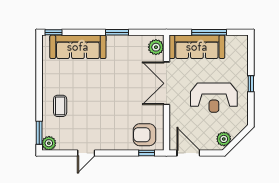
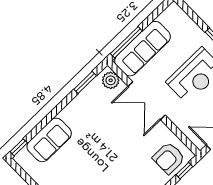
window: (117, 32) -> (85, 82), moved
window: (209, 32) -> (126, 42), moved
sofa: (78, 47) -> (49, 140), width x0.73

